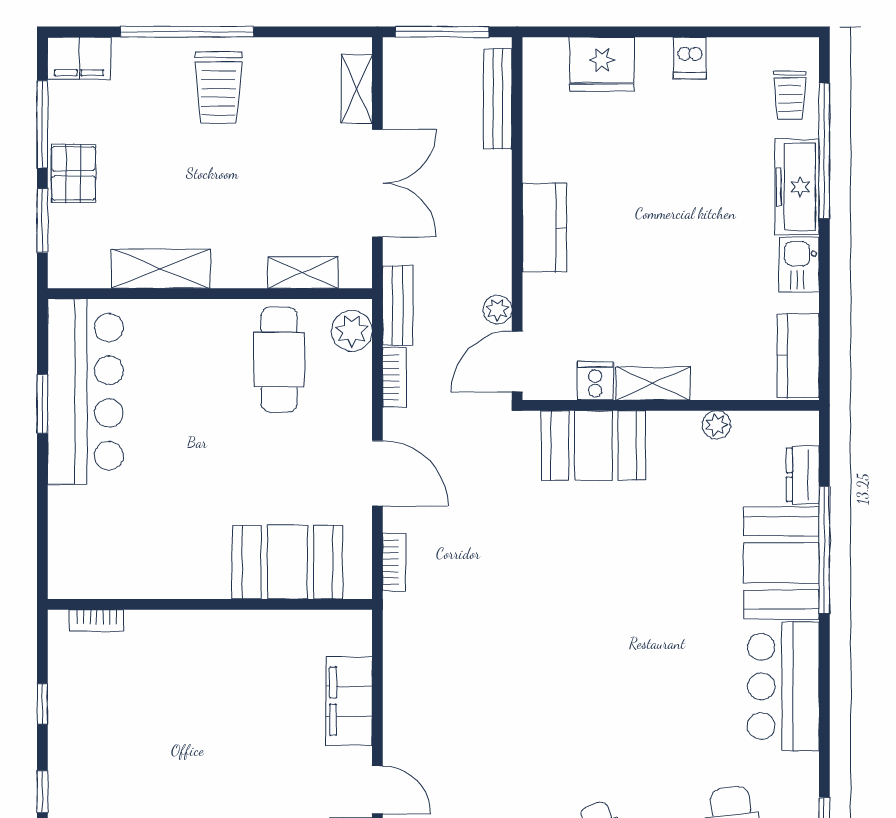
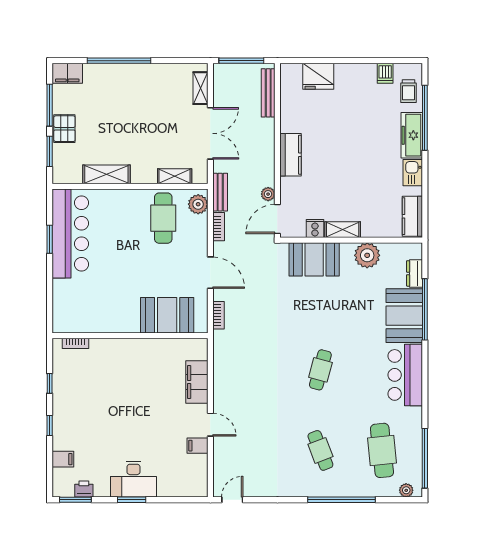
dishwasher: (690, 58) -> (385, 73), moved
trolley: (218, 88) -> (134, 88), removed
plant: (716, 425) -> (367, 255), width x1.87, depth x1.87
cafe table: (607, 676) -> (320, 370), added

